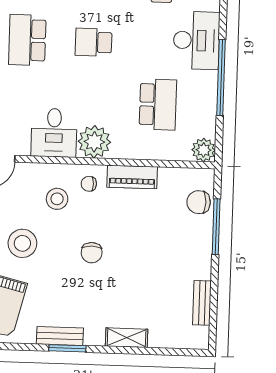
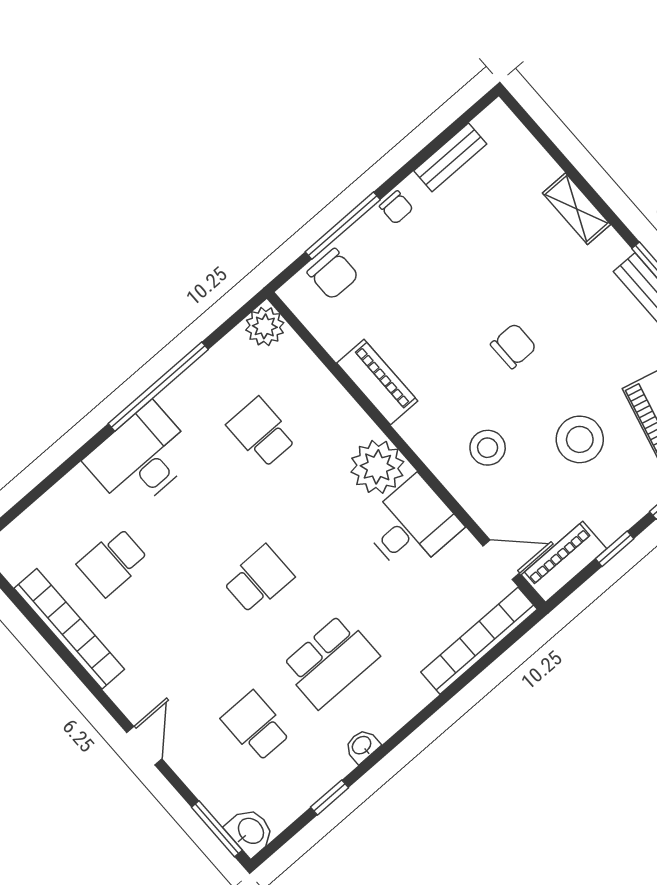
school desk: (94, 42) -> (259, 579), turned -90
school desk: (158, 104) -> (261, 432), width x0.54
chair: (89, 184) -> (396, 207), moved

